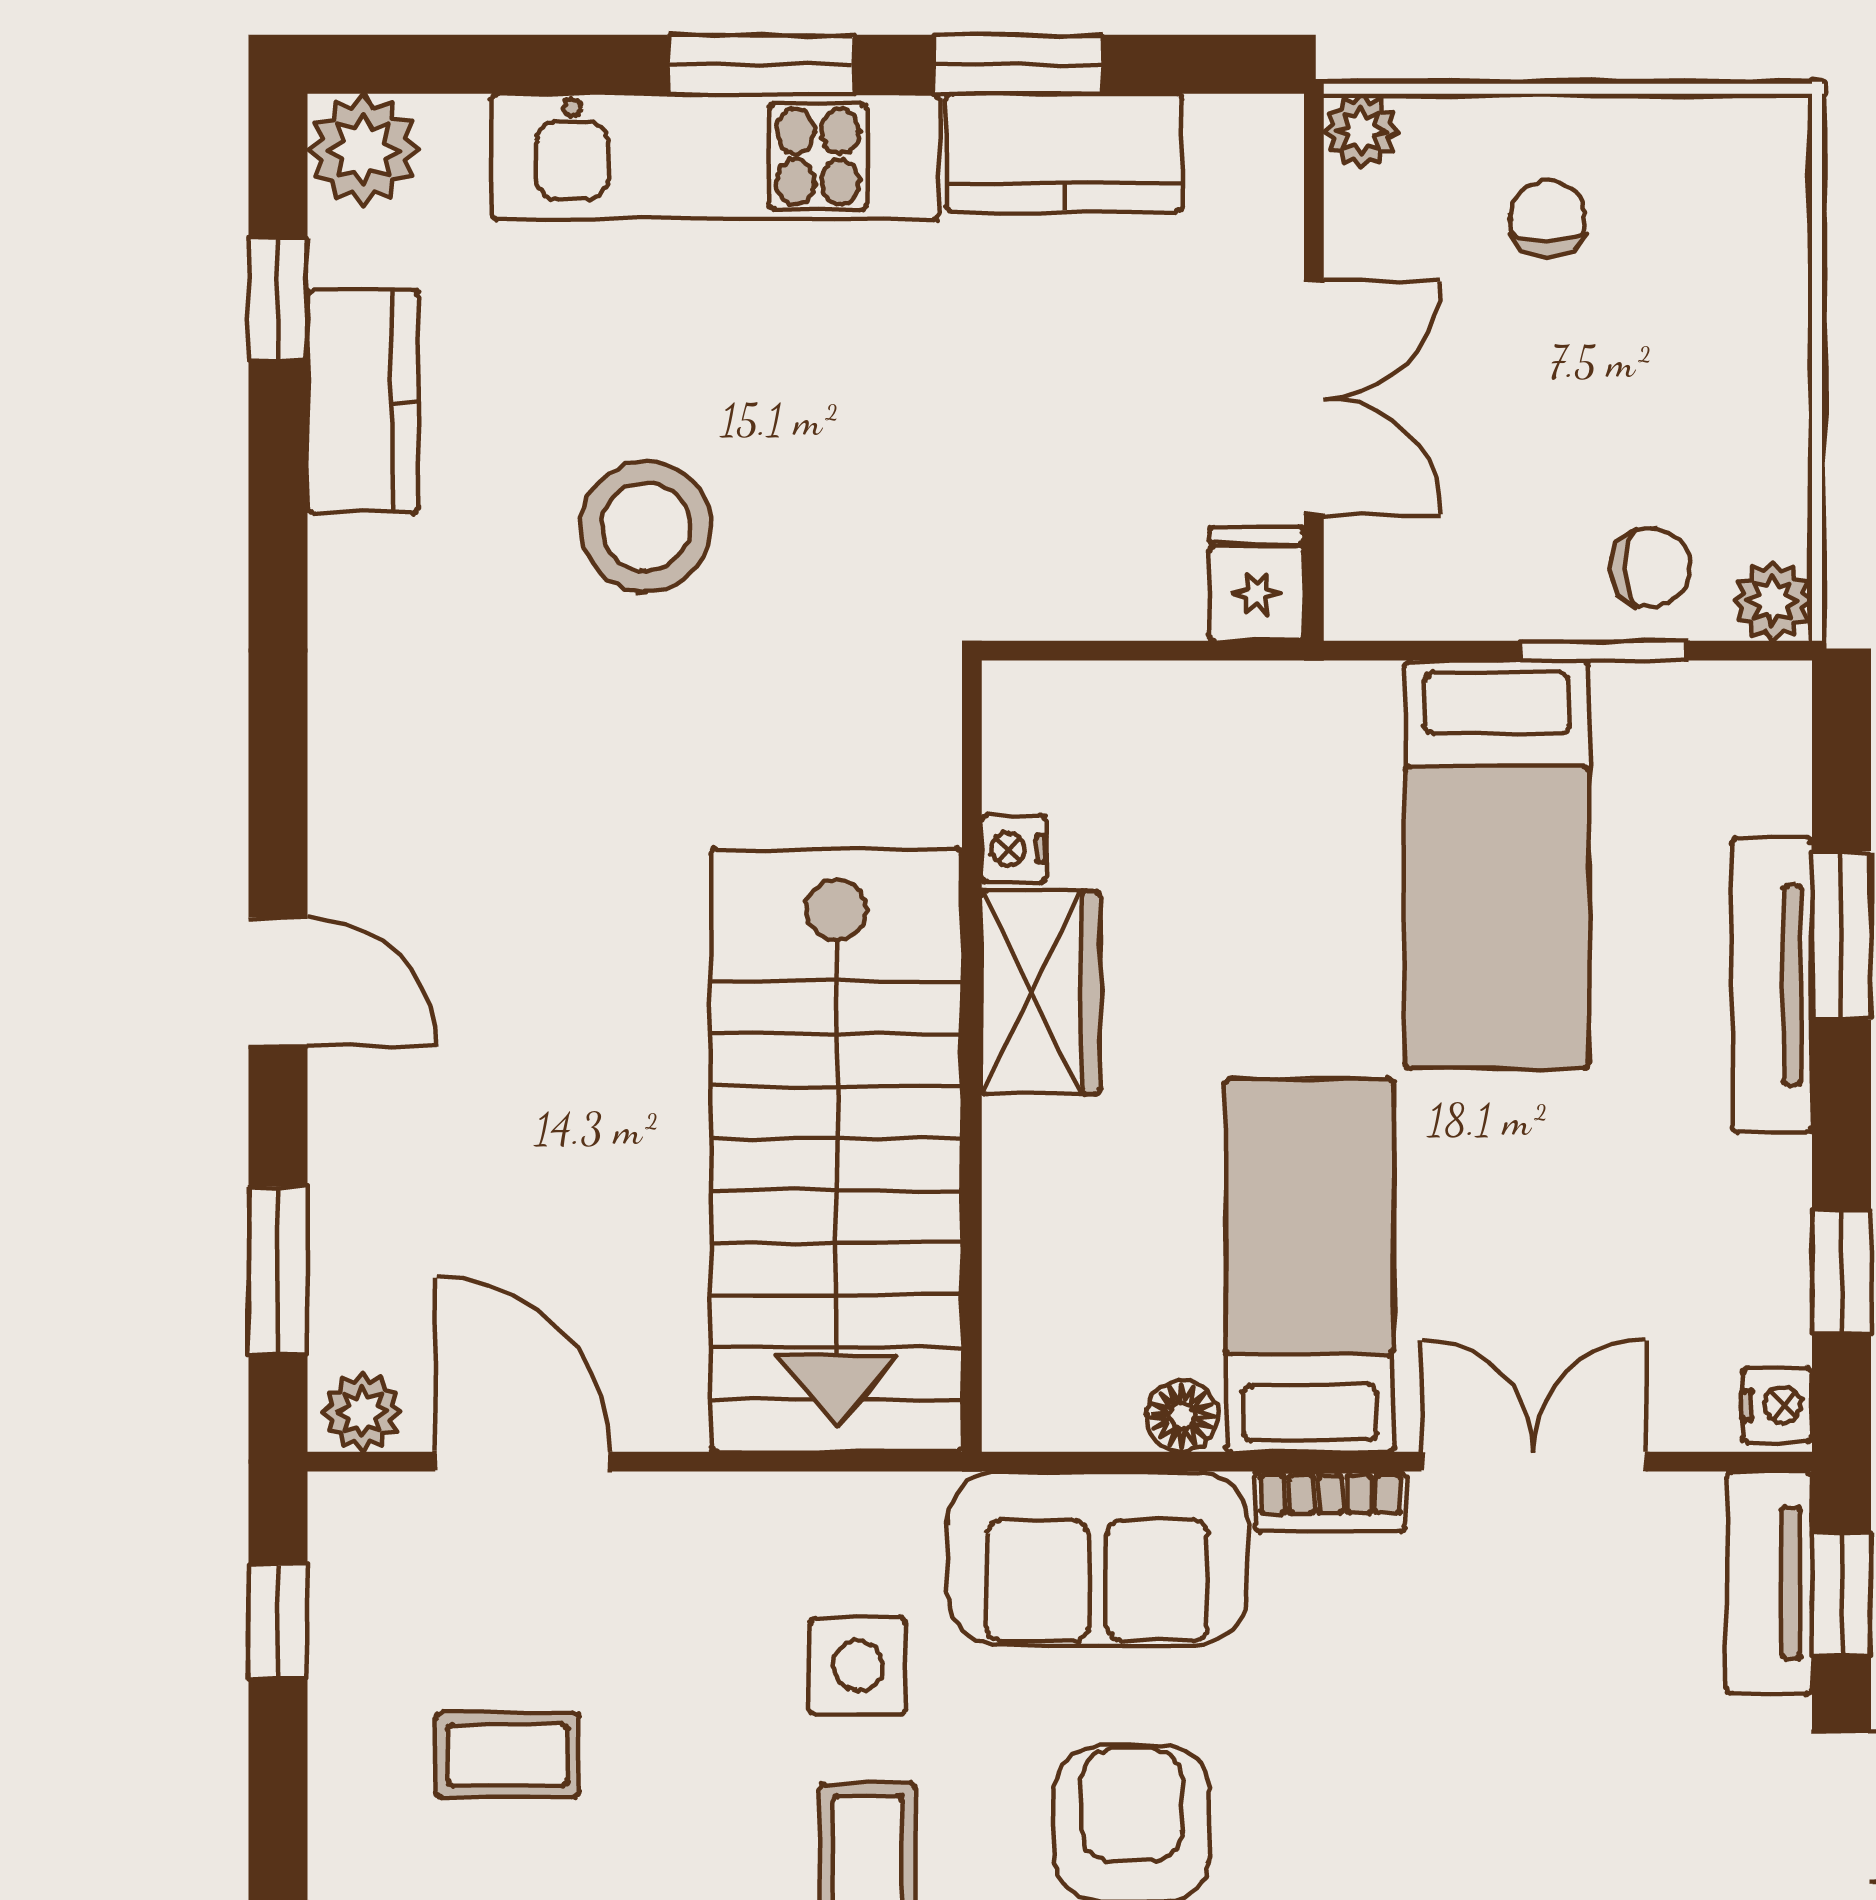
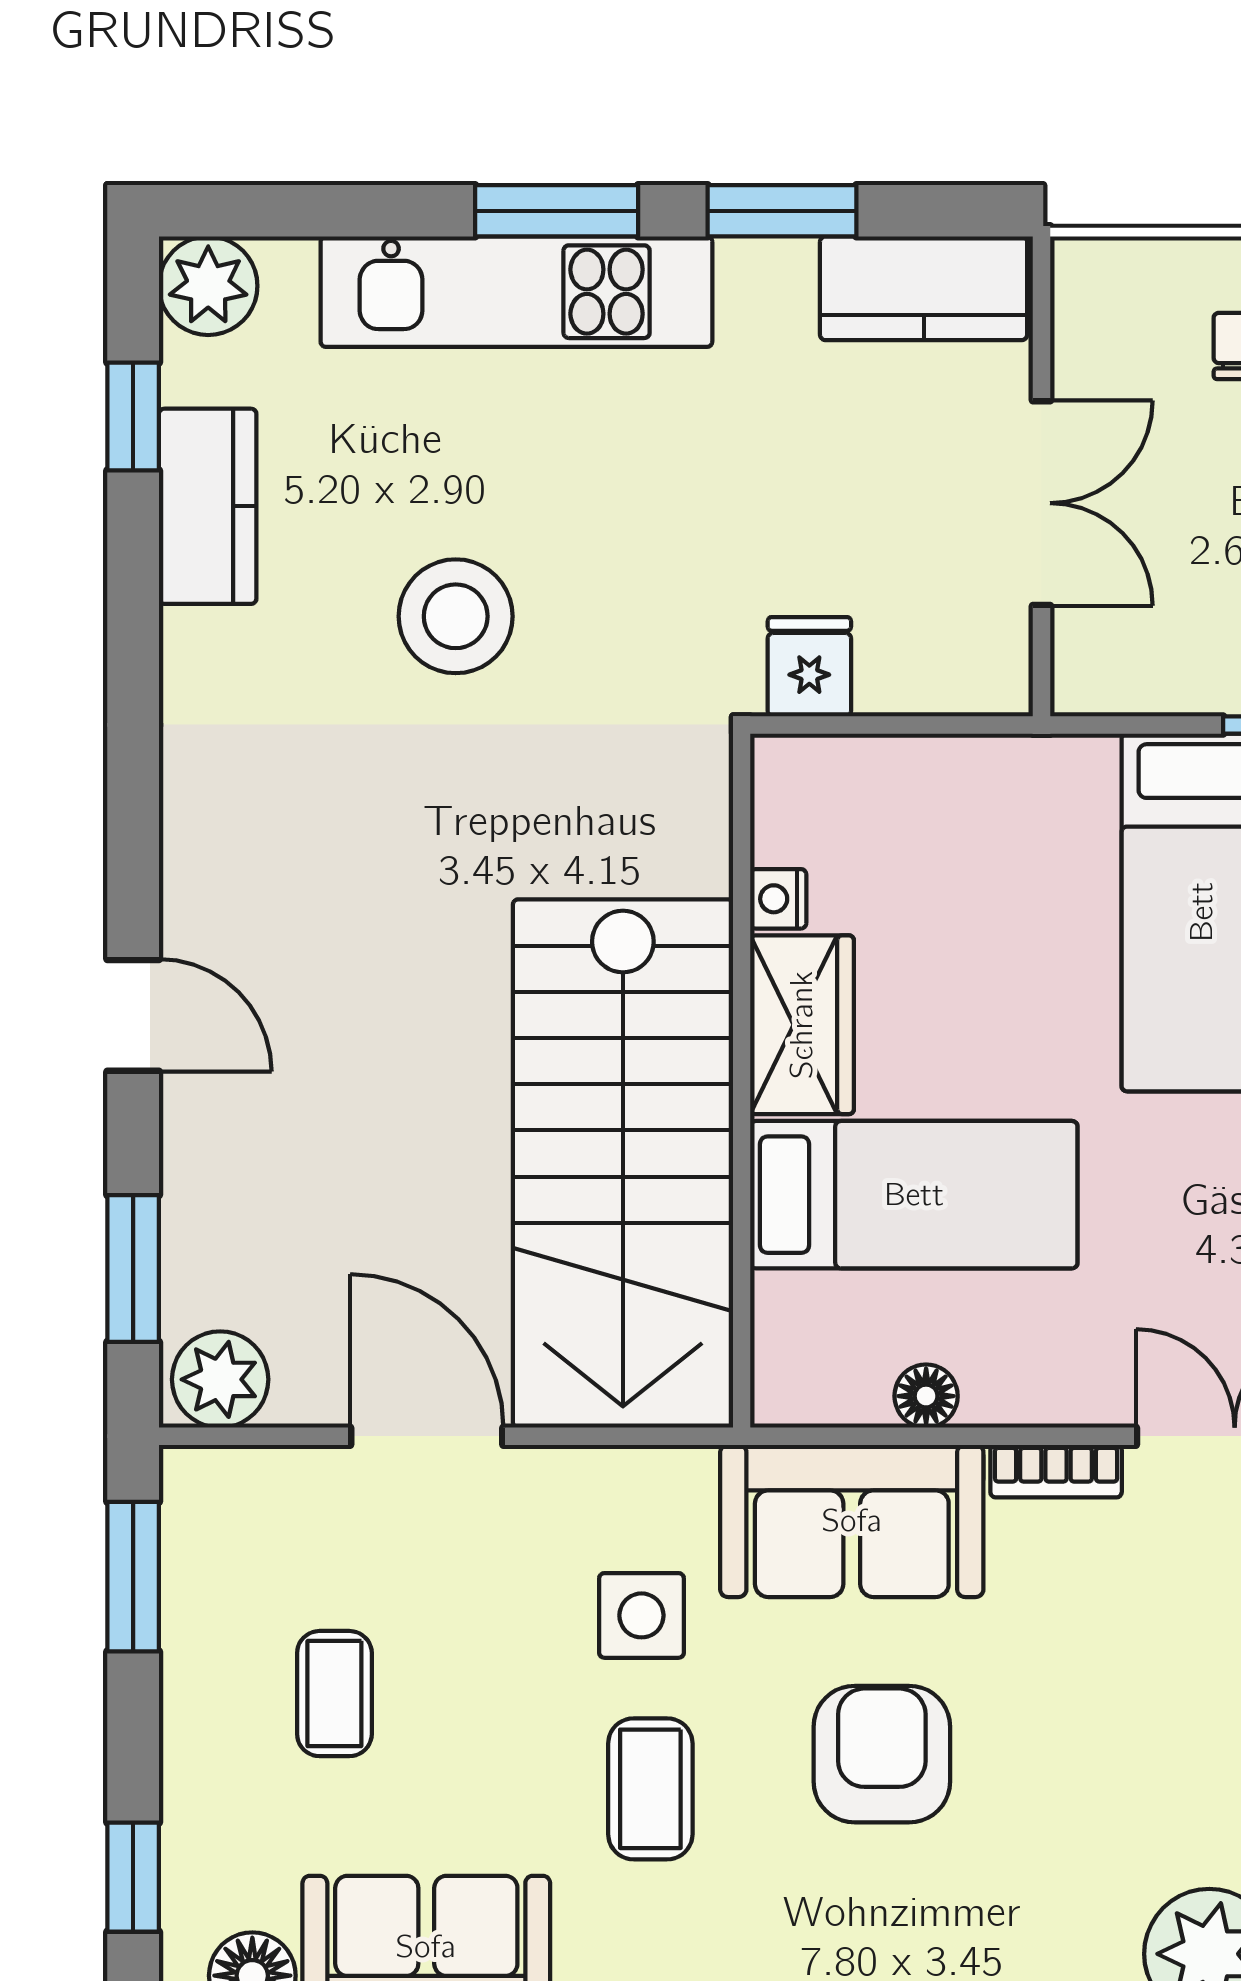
plant: (1361, 131) -> (1083, 269), removed
kitchen counter: (1064, 153) -> (924, 288), moved
fridge: (1257, 584) -> (809, 667), moved
bed: (1310, 1265) -> (914, 1195), moved, turned 90
plant: (362, 1412) -> (220, 1379), width x1.38, depth x1.38
door: (523, 1462) -> (427, 1436), moved
window: (278, 1622) -> (133, 1577), width x1.50
coffee table: (508, 1755) -> (334, 1694), turned 90

